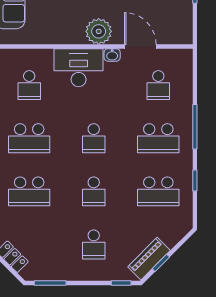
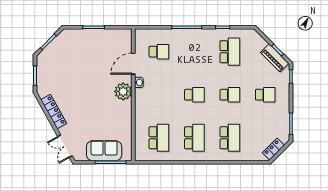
desk: (79, 68) -> (147, 105), removed
school desk: (29, 85) -> (159, 138), width x1.85
school desk: (158, 138) -> (194, 52), removed

